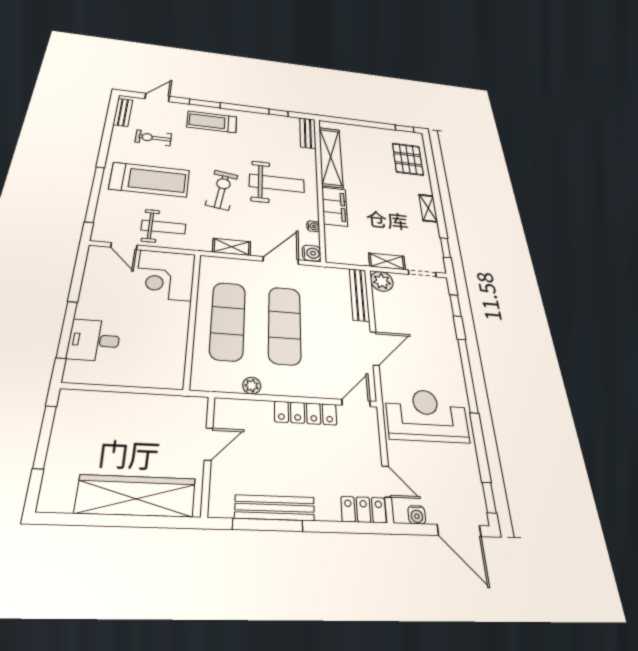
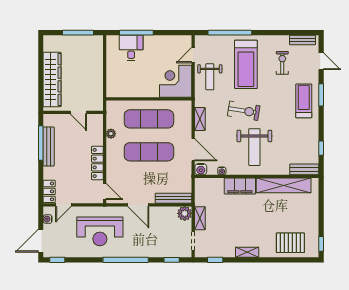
reception desk: (427, 415) -> (100, 231), turned 90

